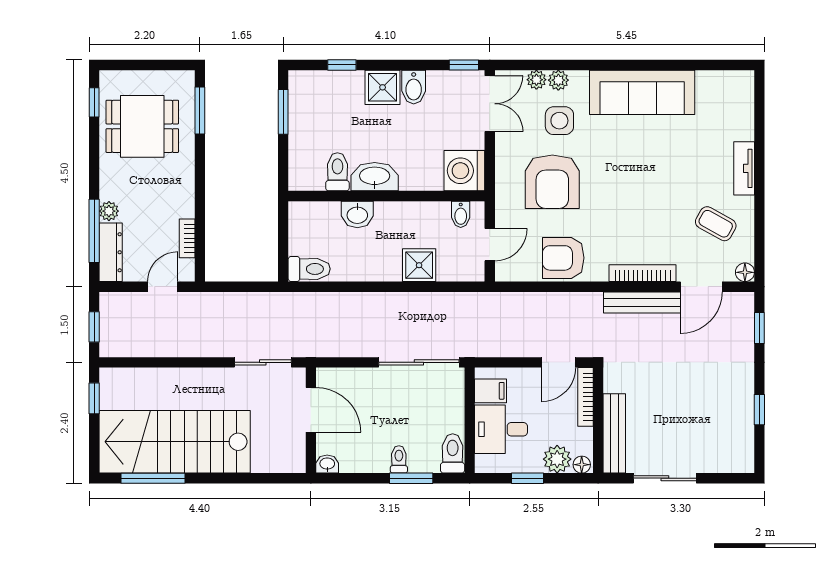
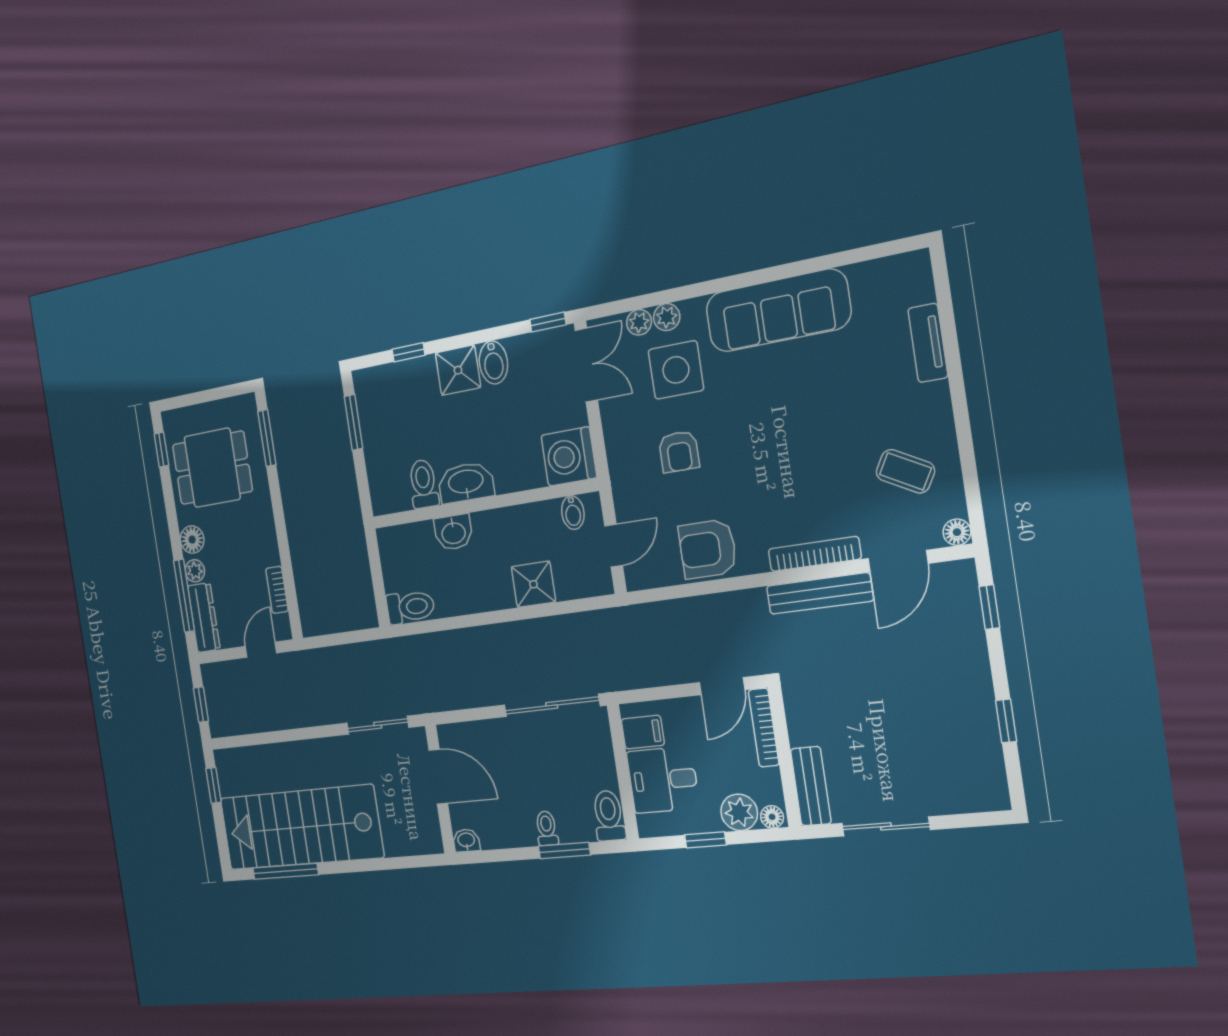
side table: (559, 121) -> (676, 370), width x1.37, depth x1.37
tv unit: (744, 168) -> (928, 343), moved
armchair: (552, 182) -> (679, 452), width x0.53, depth x0.53
floor lamp: (111, 184) -> (192, 540), added
bench: (614, 433) -> (811, 786), width x0.73

